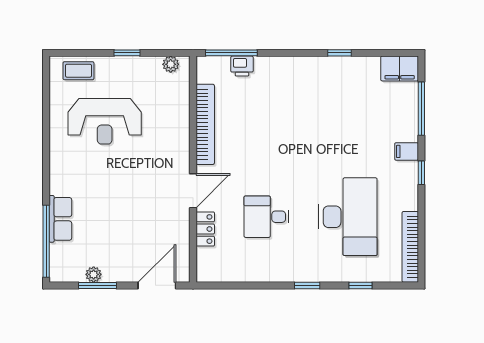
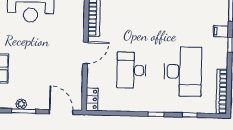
desk: (267, 217) -> (131, 70), width x1.37
locker: (205, 229) -> (92, 99), moved
door: (157, 285) -> (61, 112), hinge flipped

